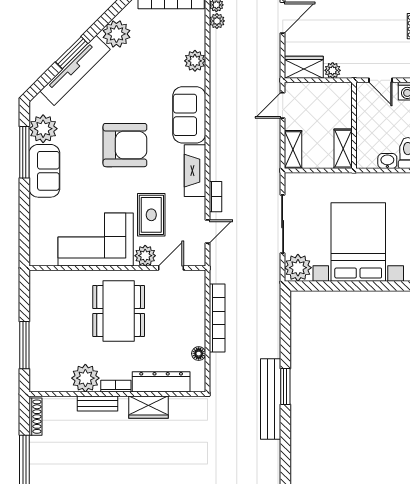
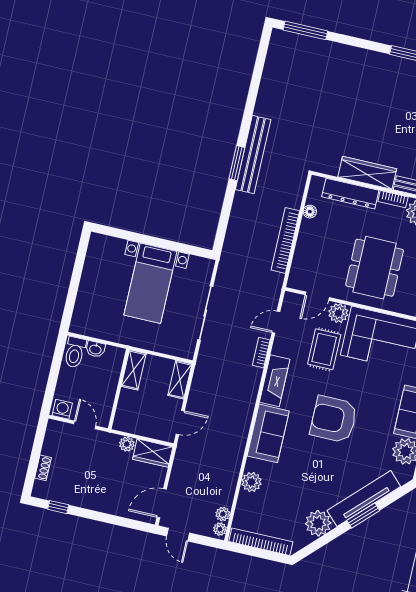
bed with nightstands: (358, 242) -> (150, 283), width x0.73
plant: (298, 268) -> (200, 270), removed
wardrobe: (148, 407) -> (367, 173), width x1.50

